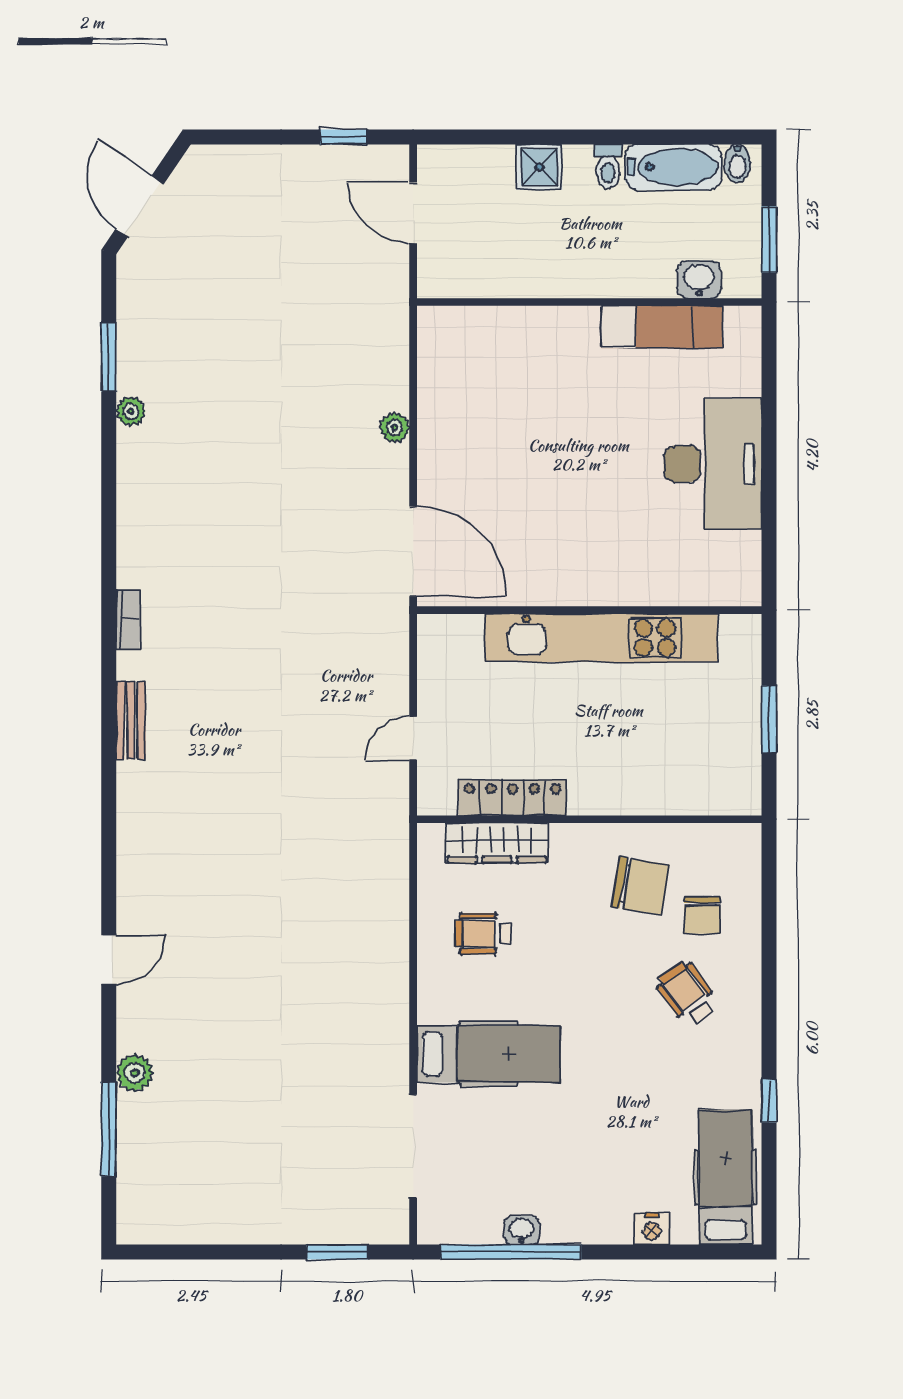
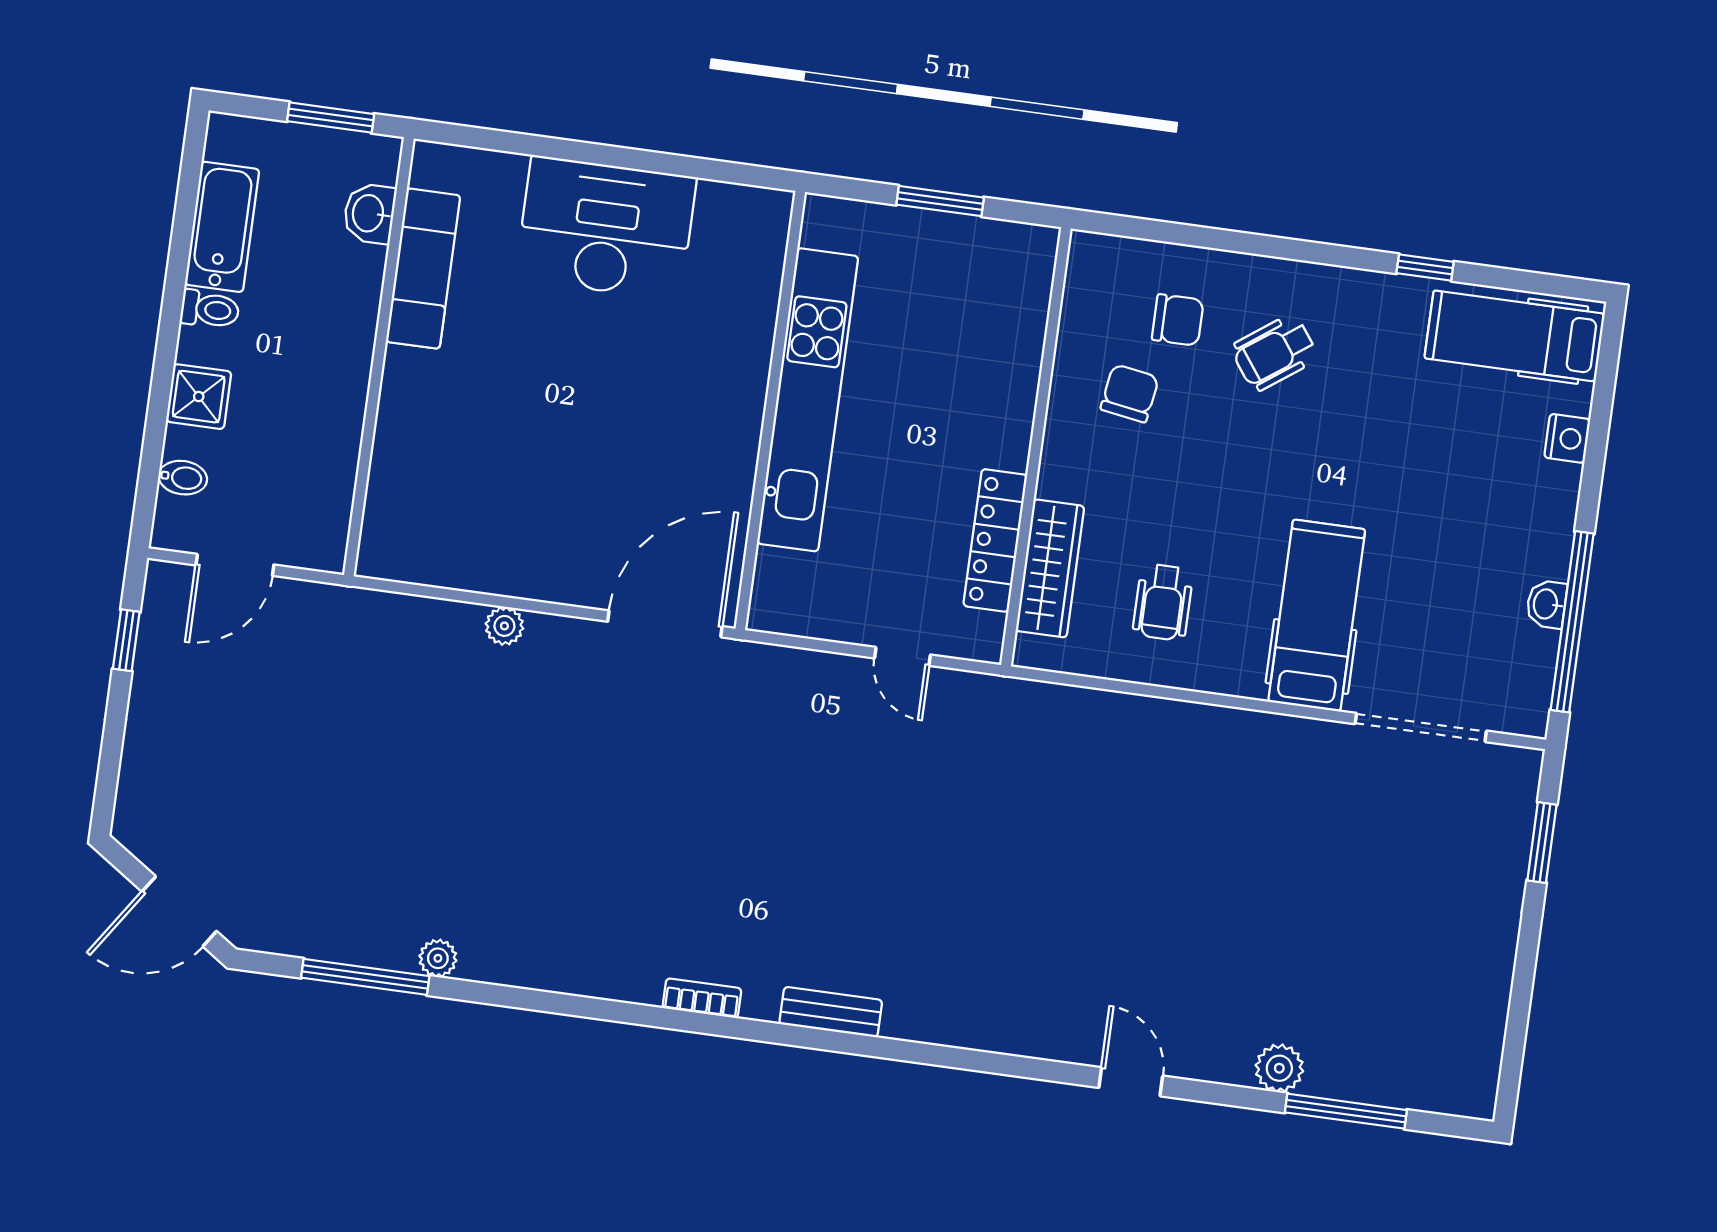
bidet: (737, 163) -> (183, 478), moved
window: (109, 357) -> (365, 977), width x1.44
chair: (640, 886) -> (1130, 393), width x0.73, depth x0.73

